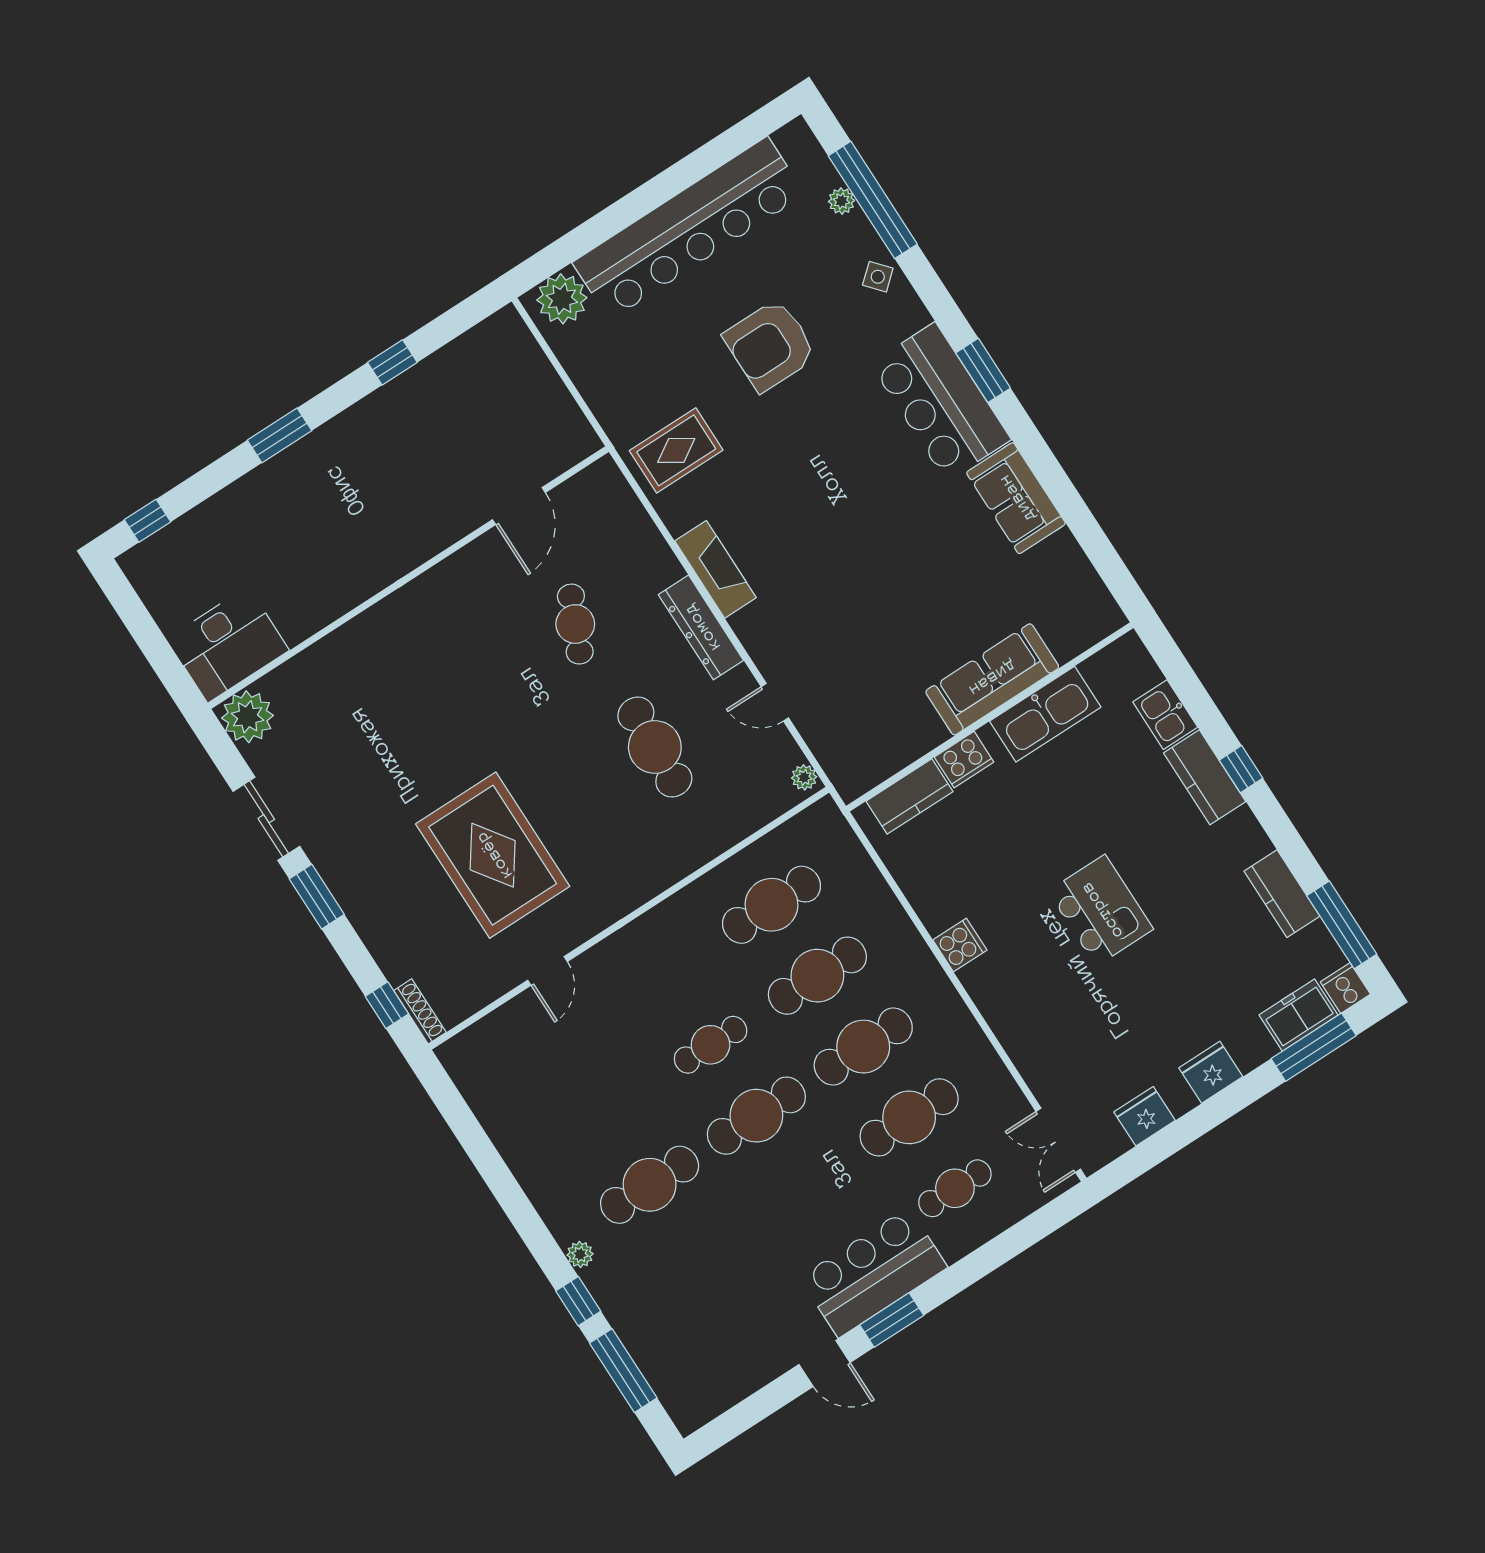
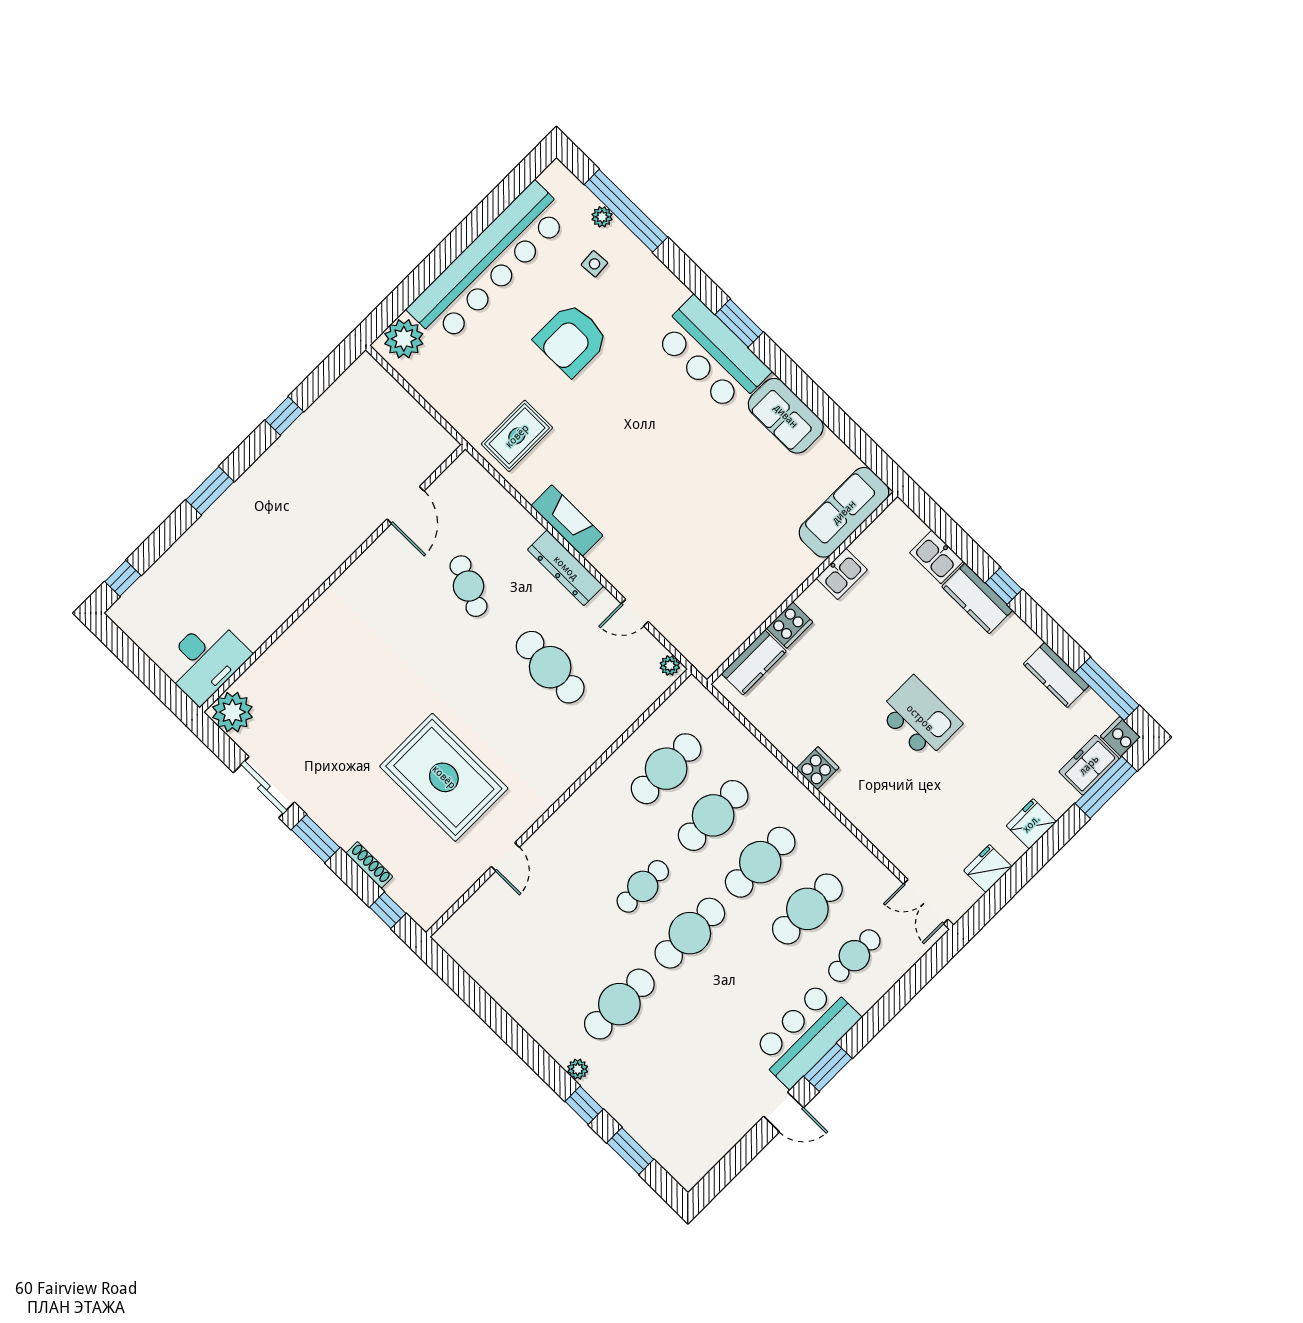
side table: (878, 277) -> (594, 264), moved, turned 37
sofa: (992, 679) -> (844, 512), moved
kitchen sink: (1045, 714) -> (842, 574), width x0.53, depth x0.81
shoe rack: (420, 1011) -> (369, 865), moved
window: (623, 1371) -> (630, 1151), width x0.69

